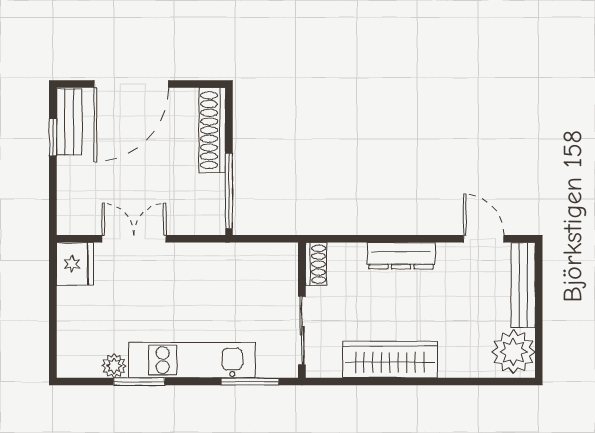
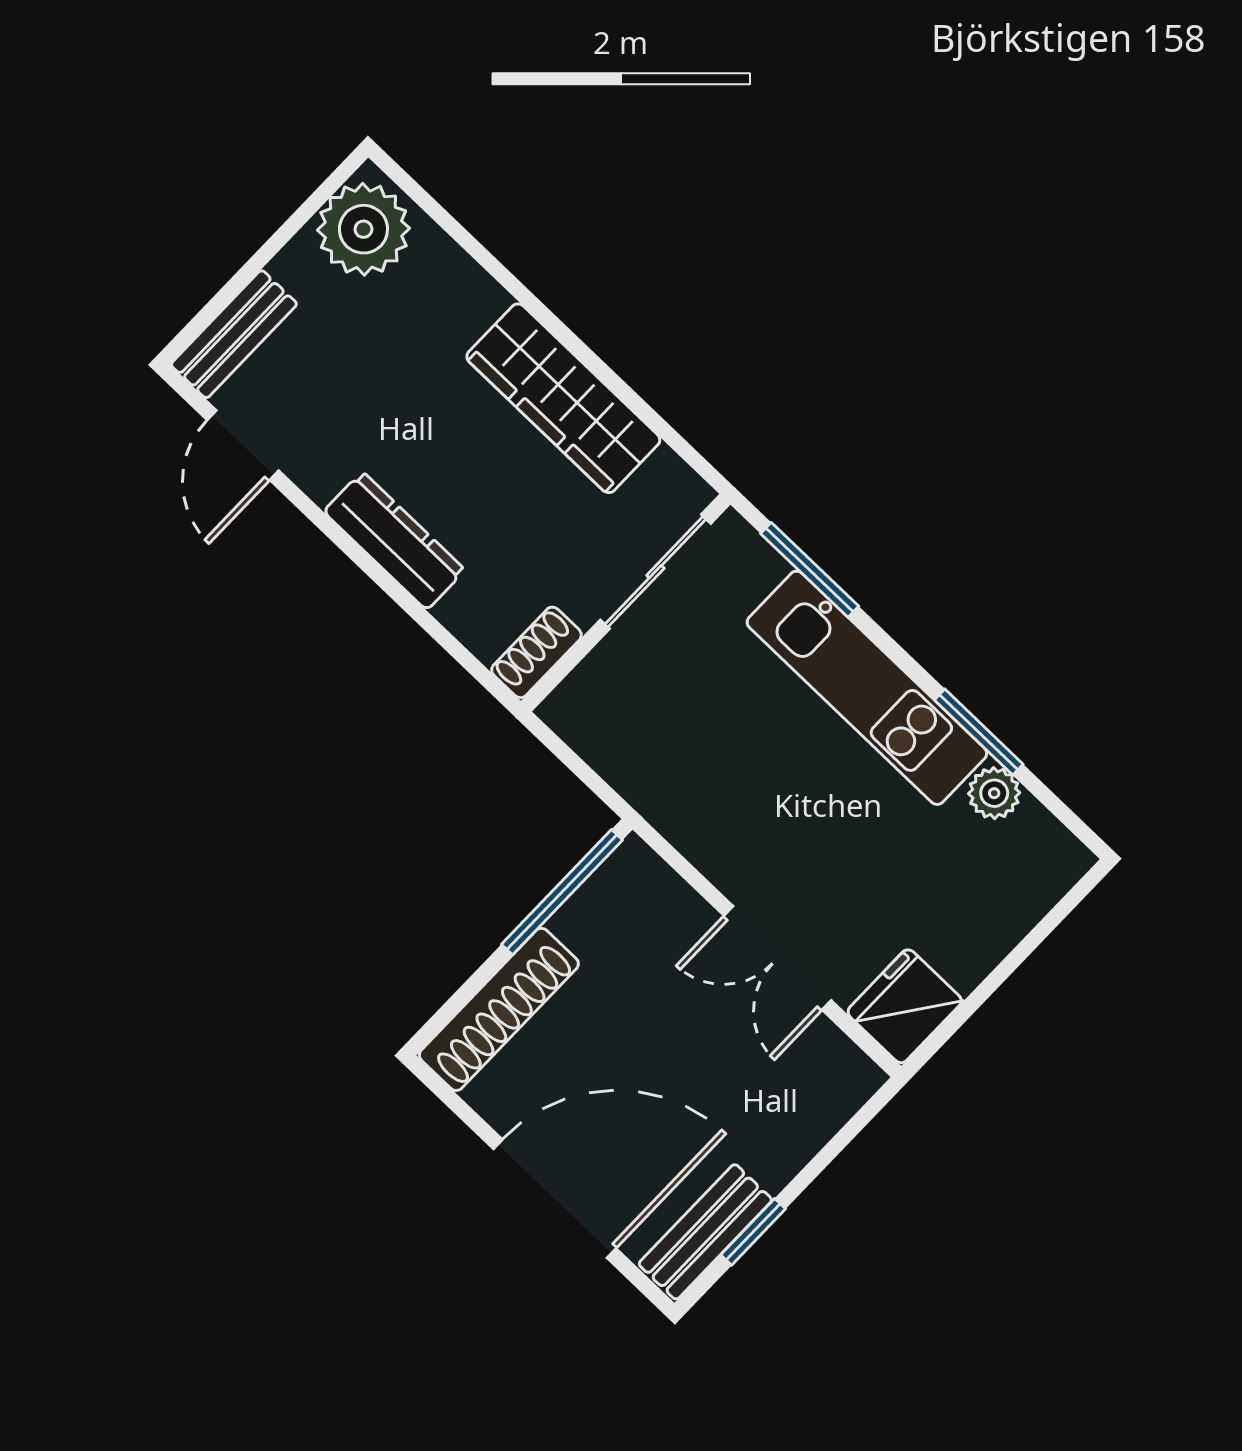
bench: (523, 285) -> (234, 334), width x0.73

